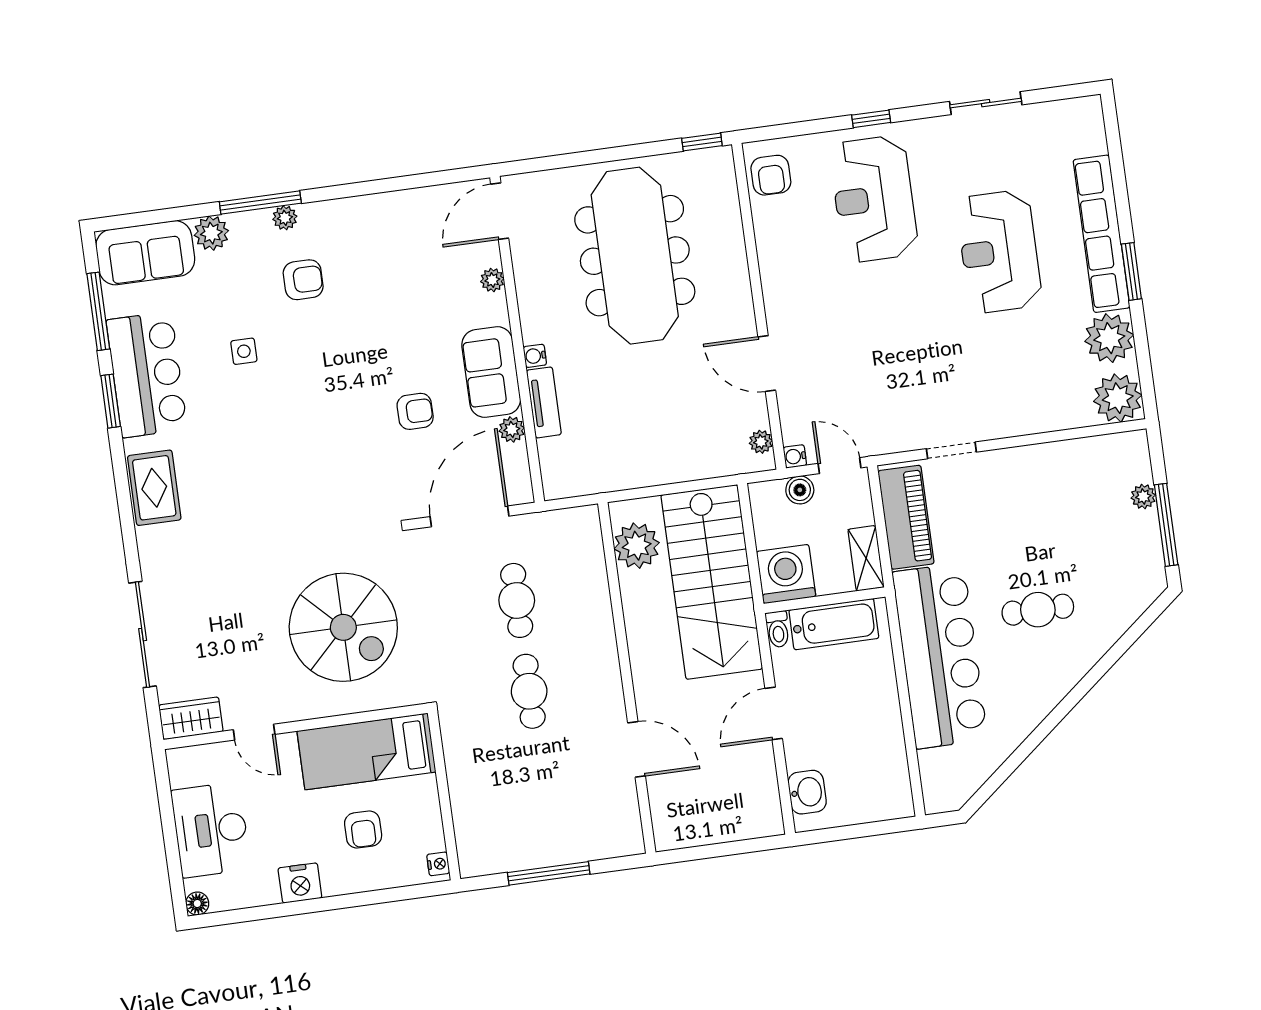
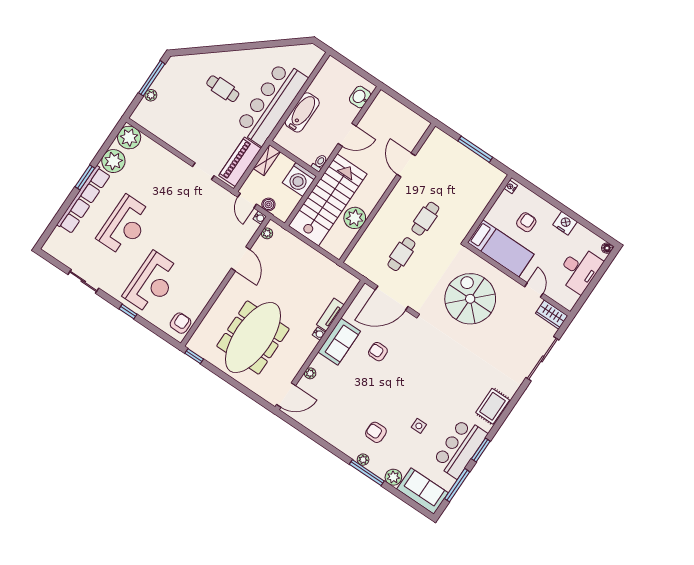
plant: (512, 429) -> (350, 315), removed
plant: (637, 546) -> (355, 218), moved
bathtub: (834, 624) -> (302, 112), moved, turned 90

